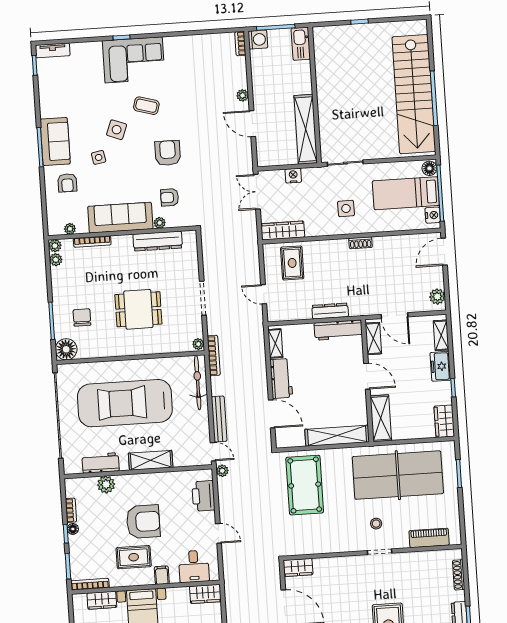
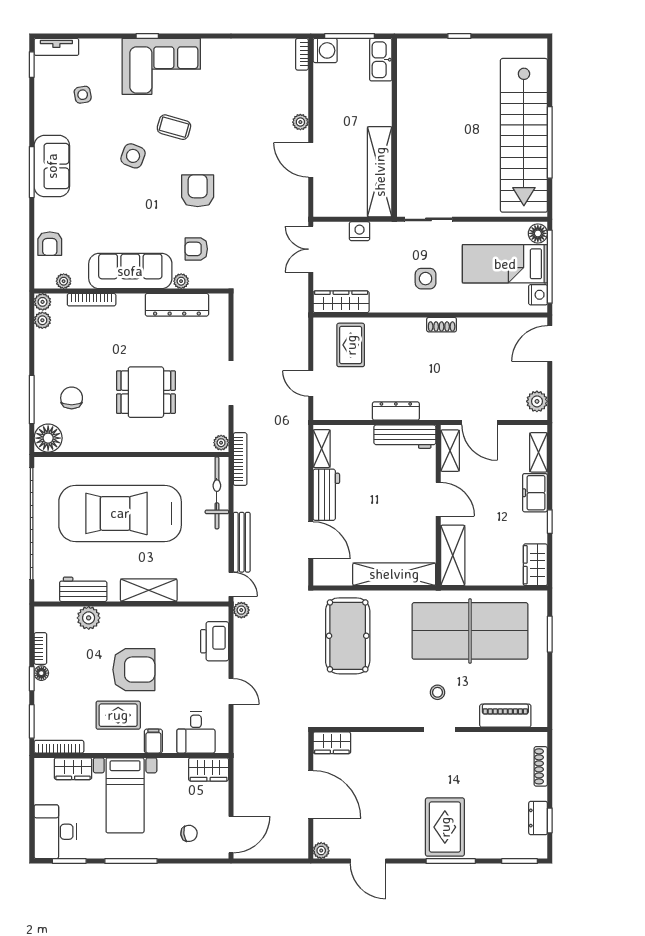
side table: (99, 157) -> (83, 95), moved
armchair: (67, 183) -> (50, 244), moved

